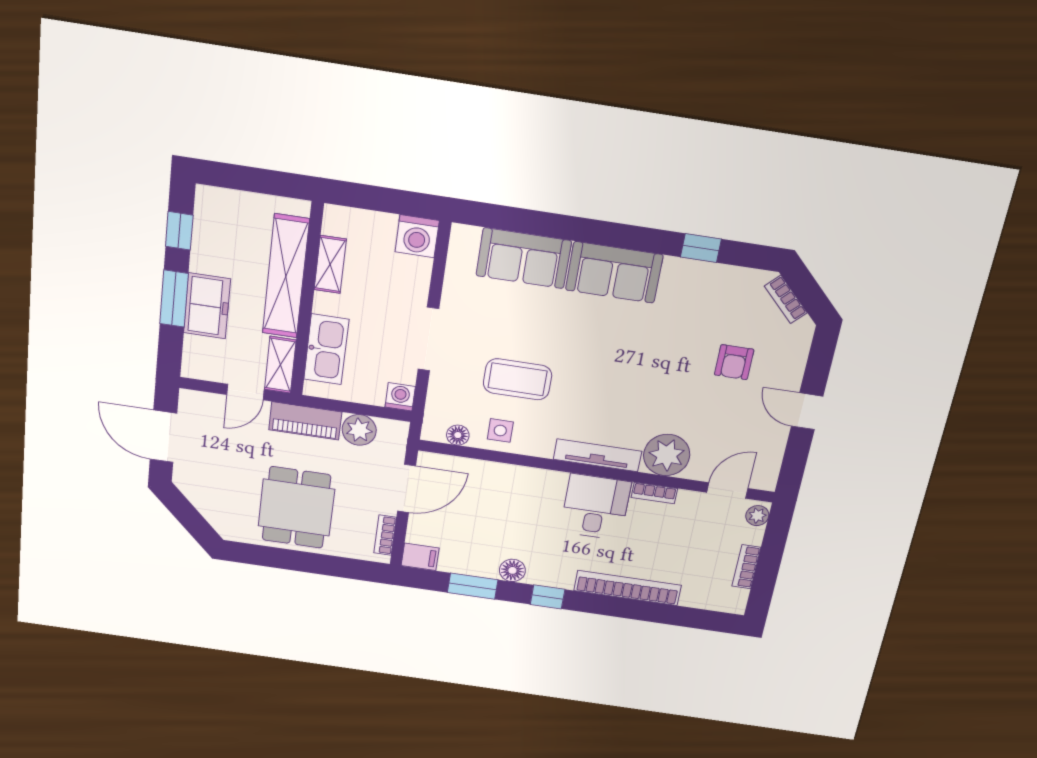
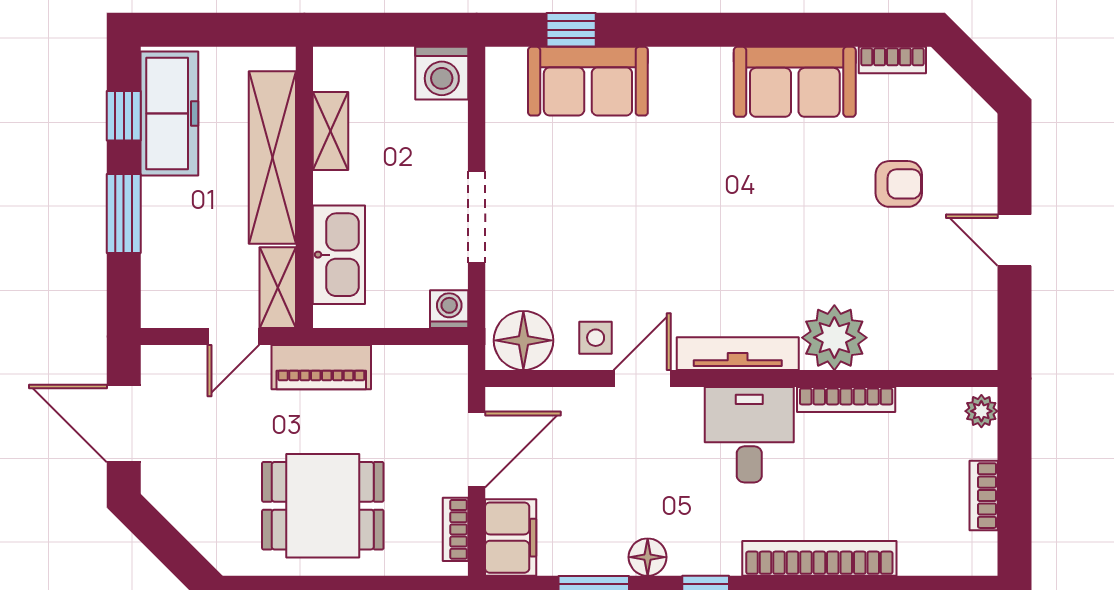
window: (701, 248) -> (571, 30), moved
sofa: (614, 272) -> (795, 82), moved
bookcase: (786, 299) -> (892, 60), moved, turned -45
freezer: (207, 306) -> (169, 113), moved, width x1.40
armchair: (734, 362) -> (899, 184), turned -90
coffee table: (518, 379) -> (607, 257), removed
plant: (359, 430) -> (398, 369), removed
floor lamp: (458, 435) -> (523, 340), width x1.89, depth x1.89
door: (727, 490) -> (642, 379), moved
bookcase: (654, 493) -> (846, 399), width x1.56
dining table: (296, 508) -> (323, 506), turned 90
filing cabinet: (420, 557) -> (511, 538), width x2.00

